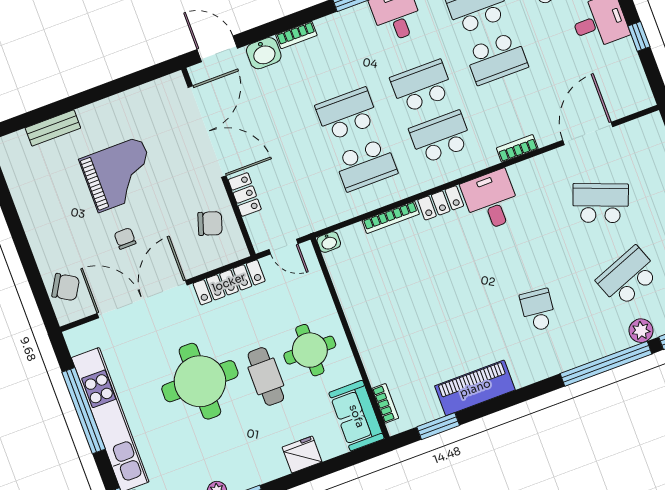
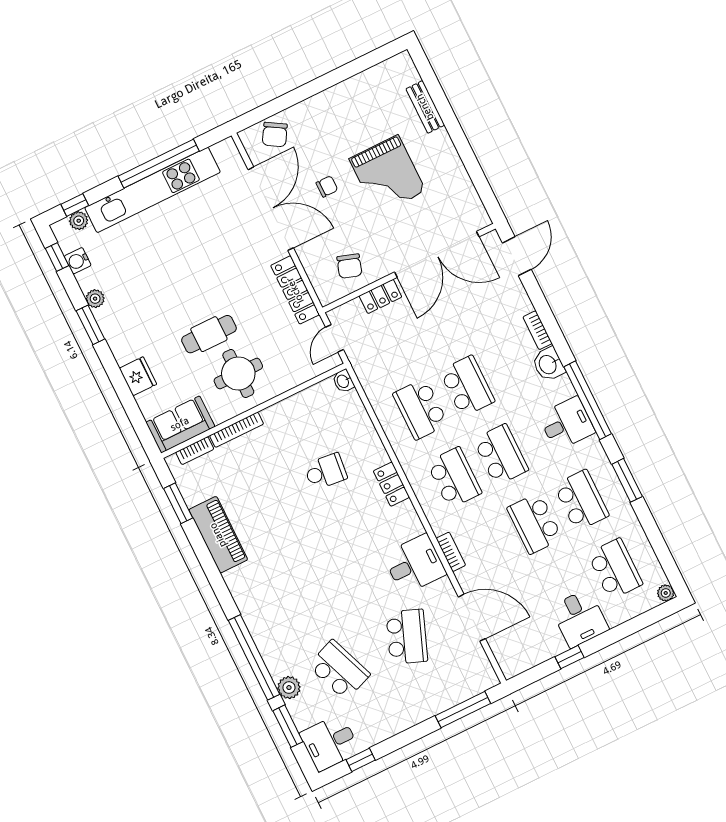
washbasin: (264, 53) -> (548, 364), moved
desk: (491, 200) -> (415, 564), moved
bookcase: (391, 217) -> (237, 430), moved, turned -90
school desk: (538, 310) -> (326, 472), moved
round table: (200, 381) -> (198, 272), removed

